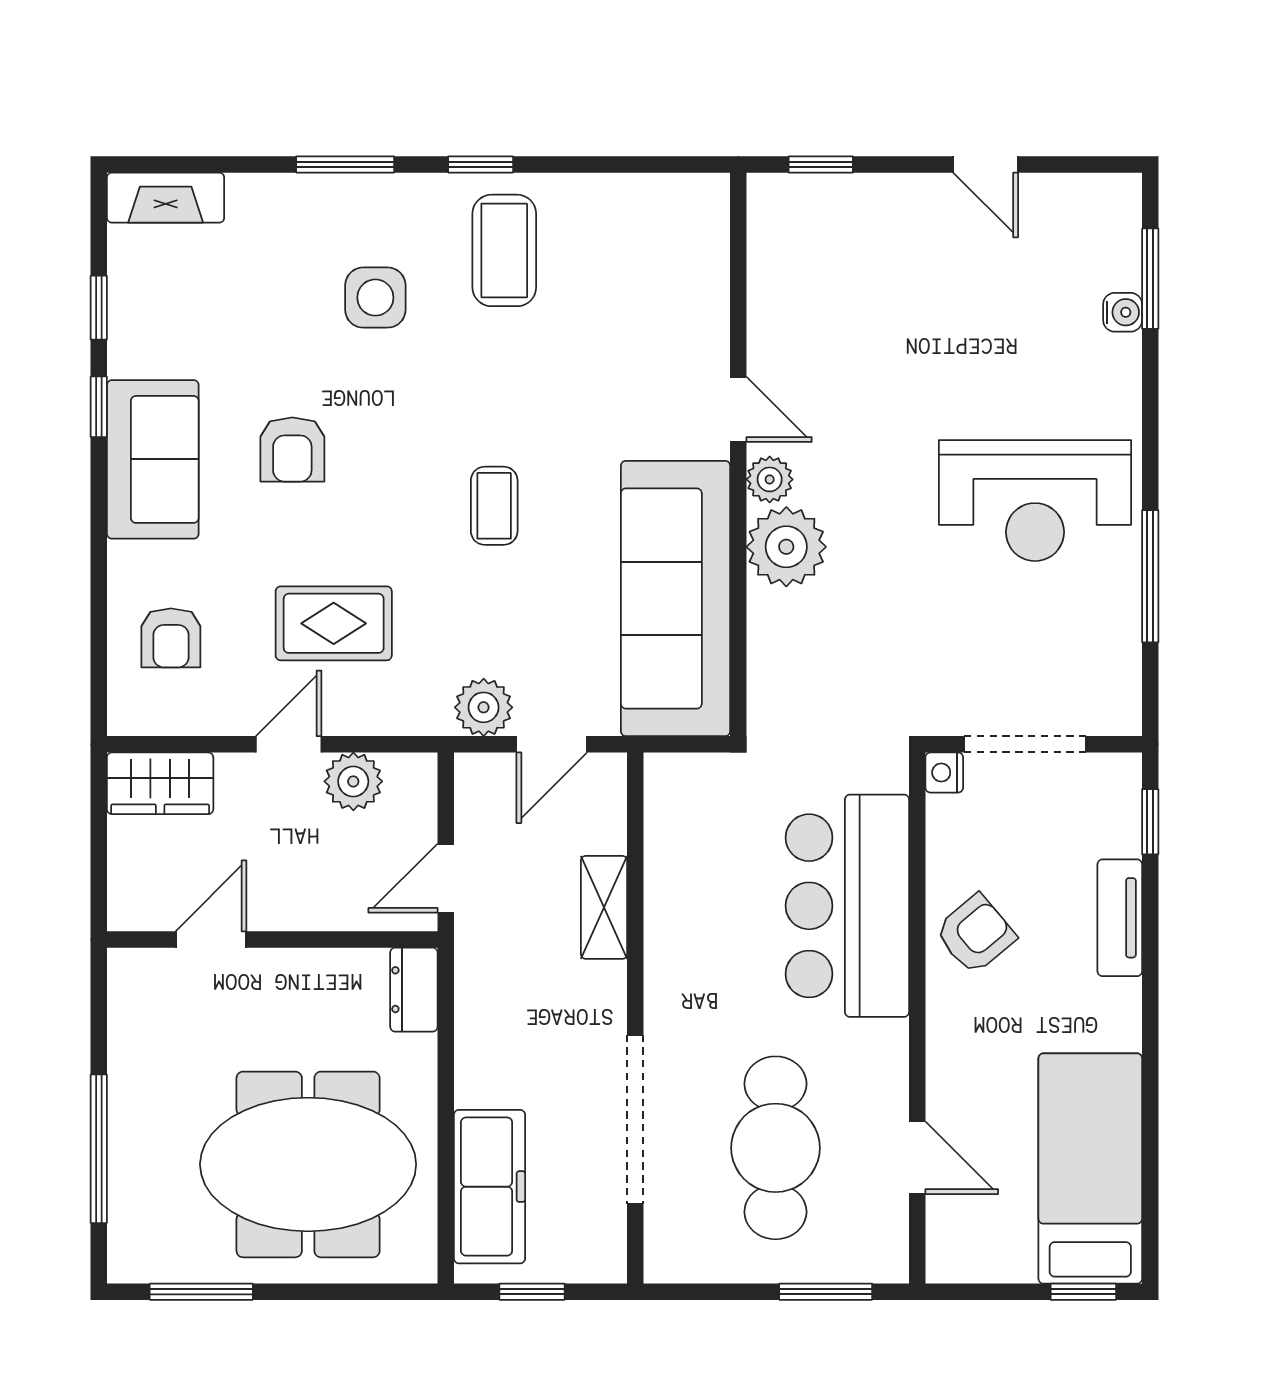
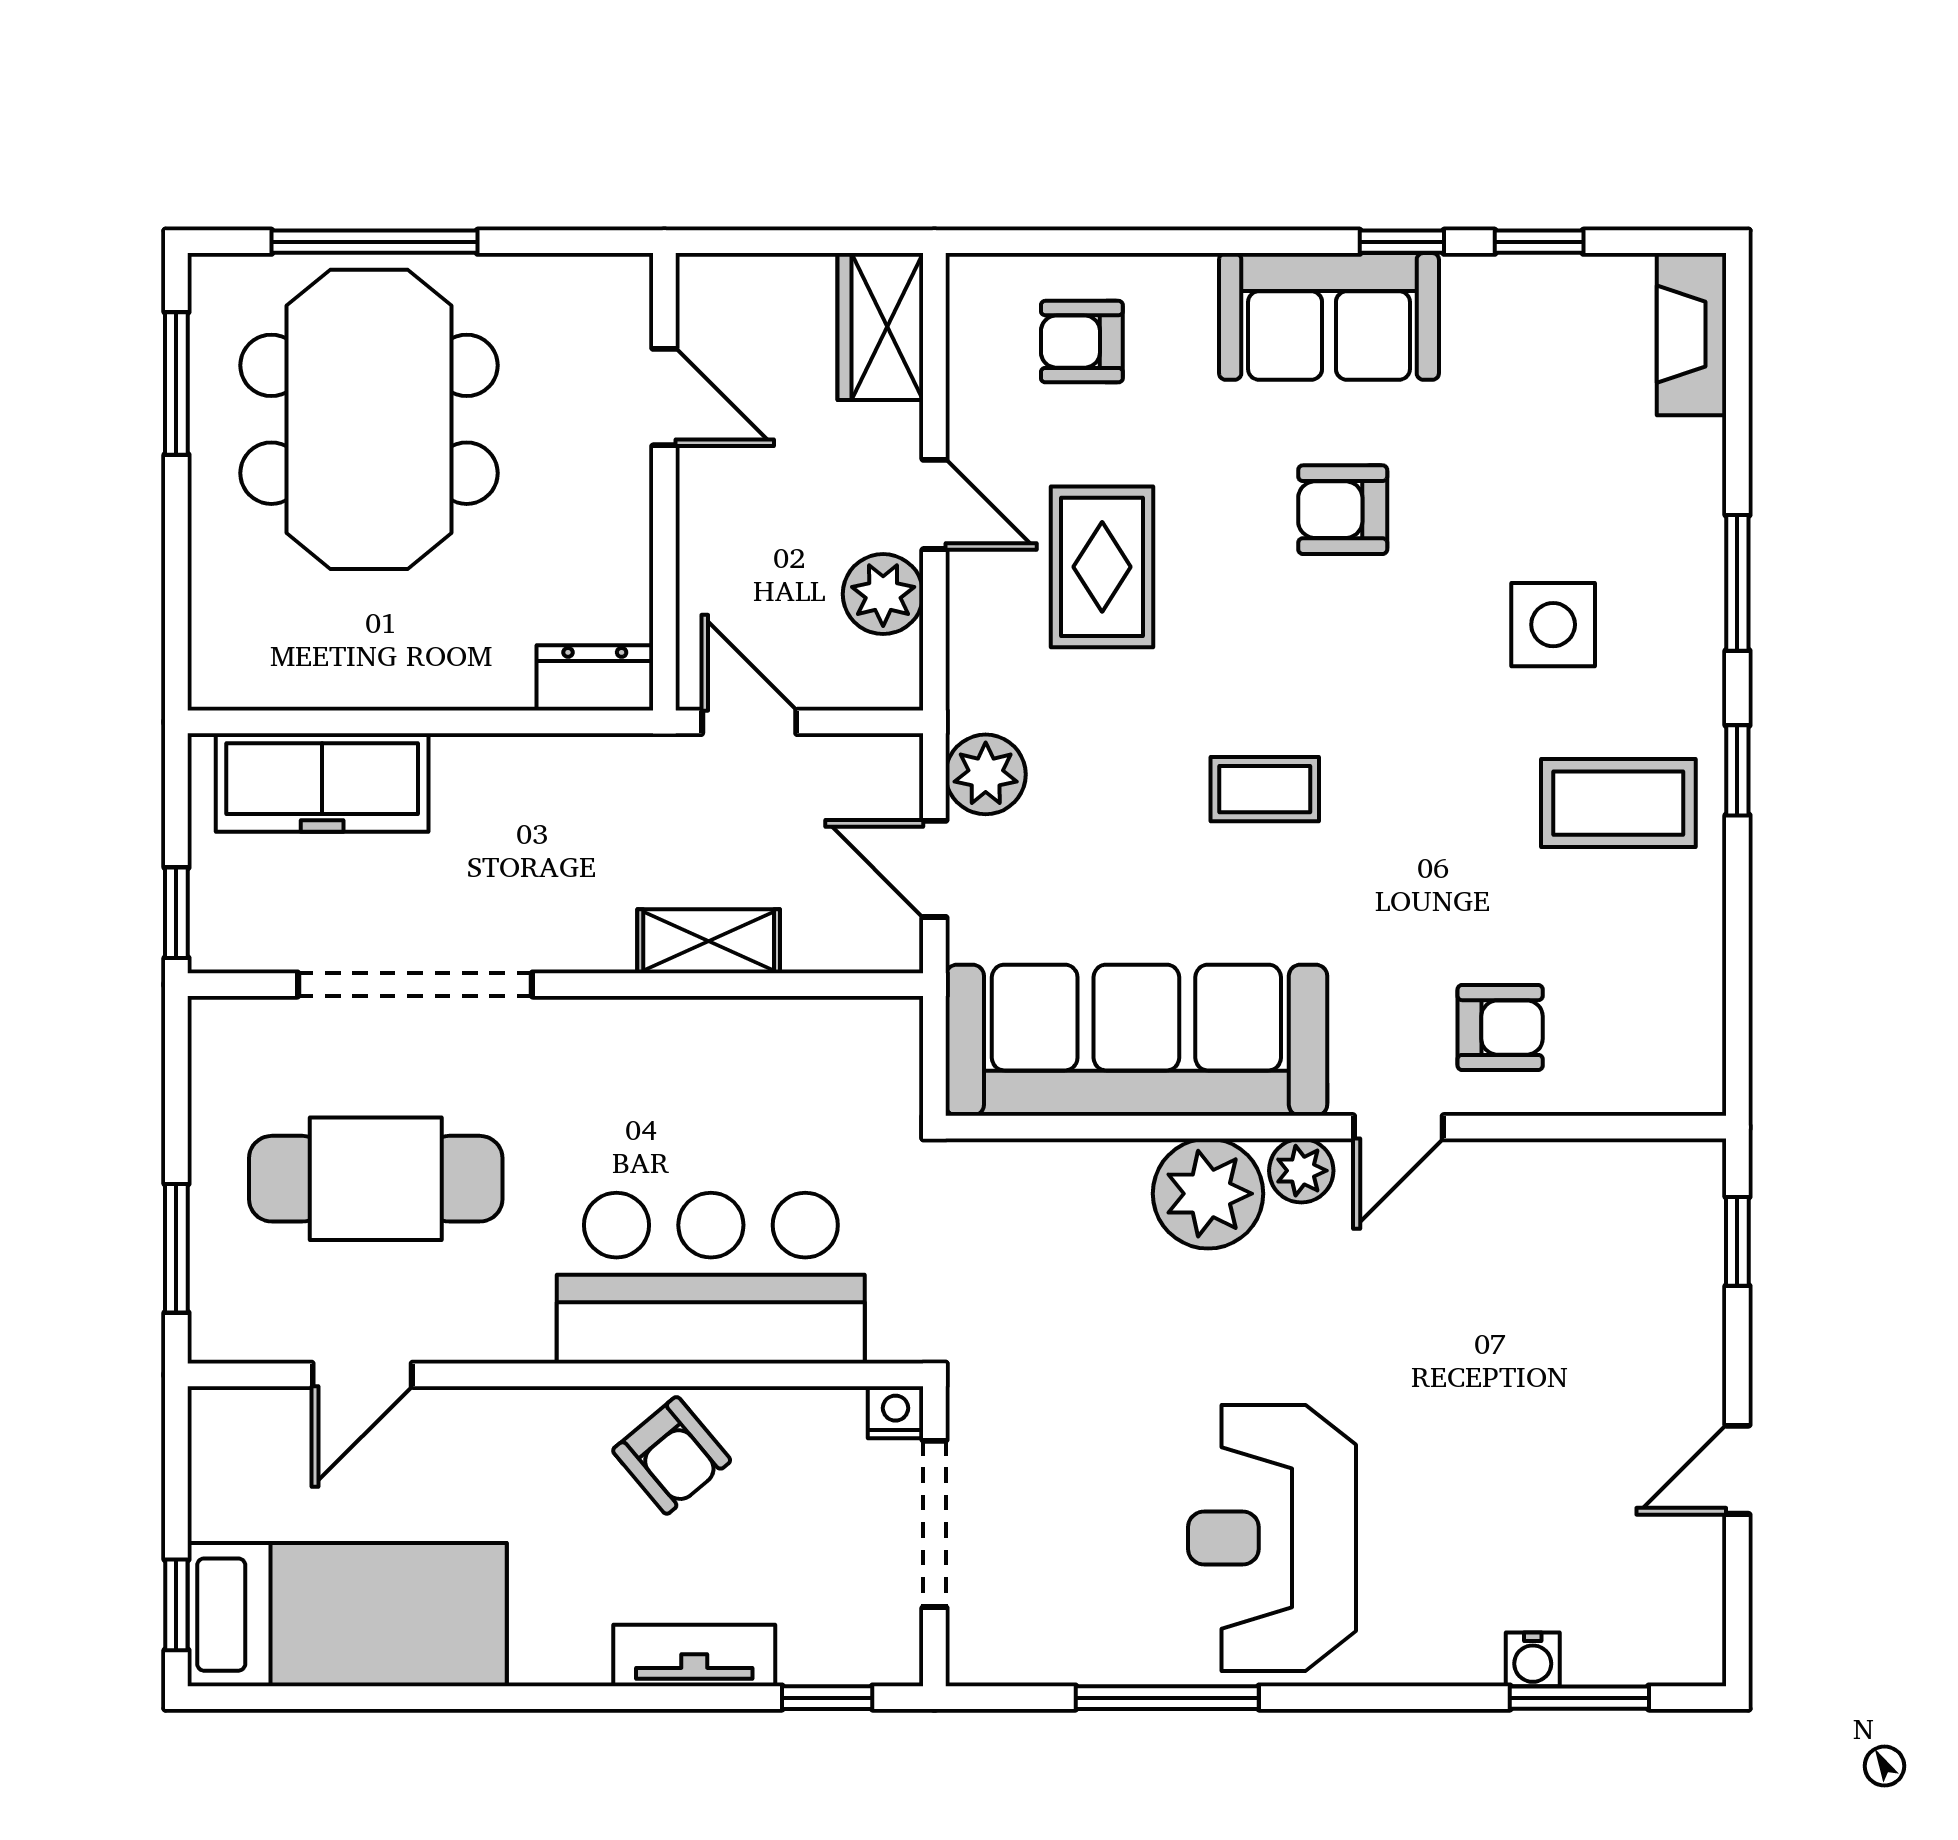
armchair: (666, 336) -> (1500, 1028), added
meeting table: (308, 1164) -> (369, 419), moved
window: (532, 1292) -> (176, 913), moved

